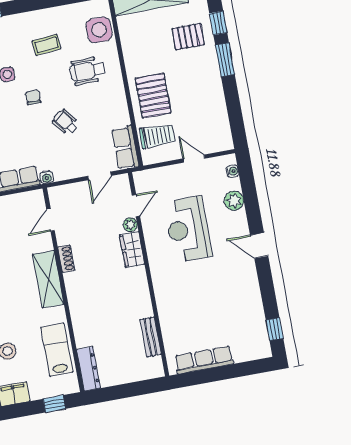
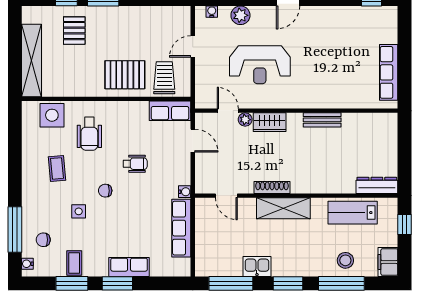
wheelchair: (66, 122) -> (135, 164), turned -143
shoe rack: (66, 259) -> (272, 187), width x1.43
bench: (151, 337) -> (322, 120), moved

